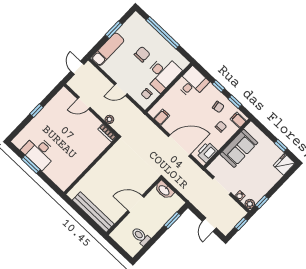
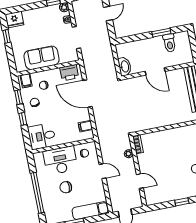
window: (172, 220) -> (161, 33), moved

